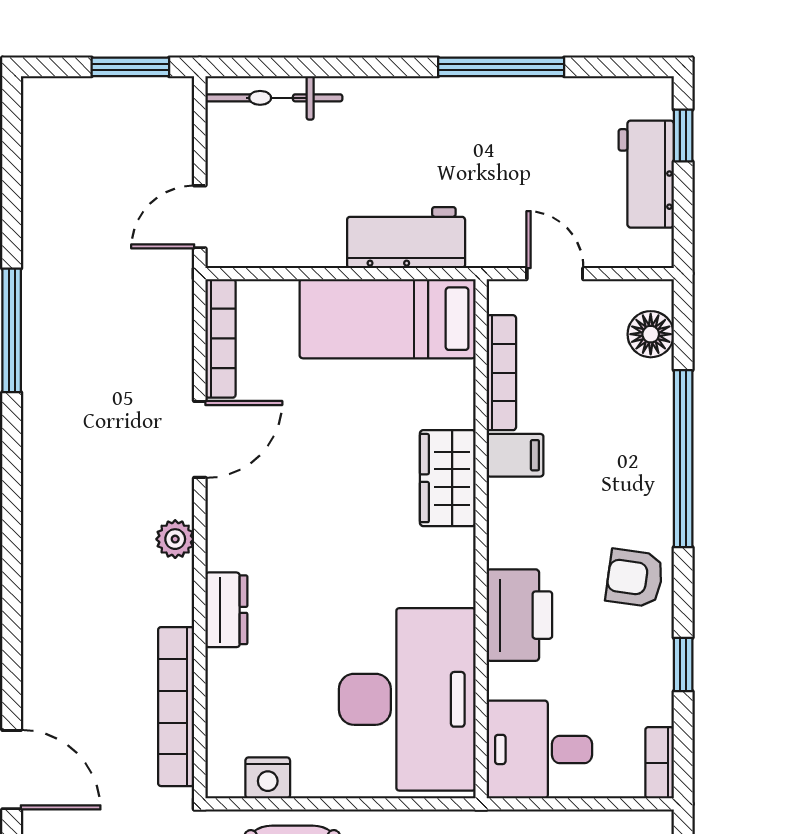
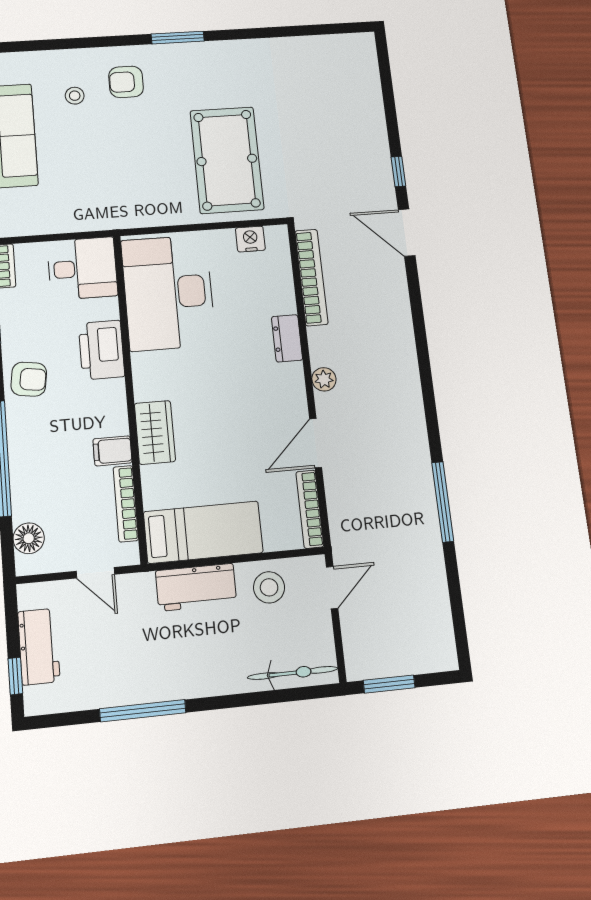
stool: (296, 227) -> (269, 587), added

